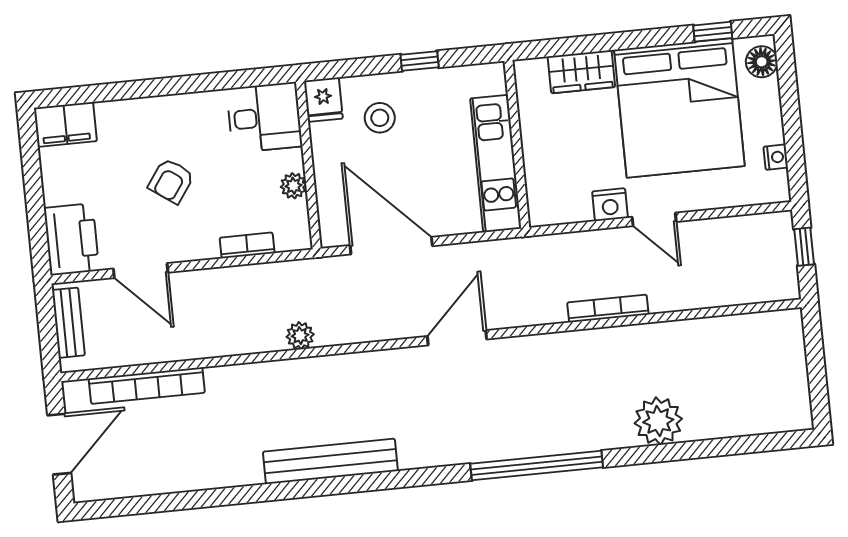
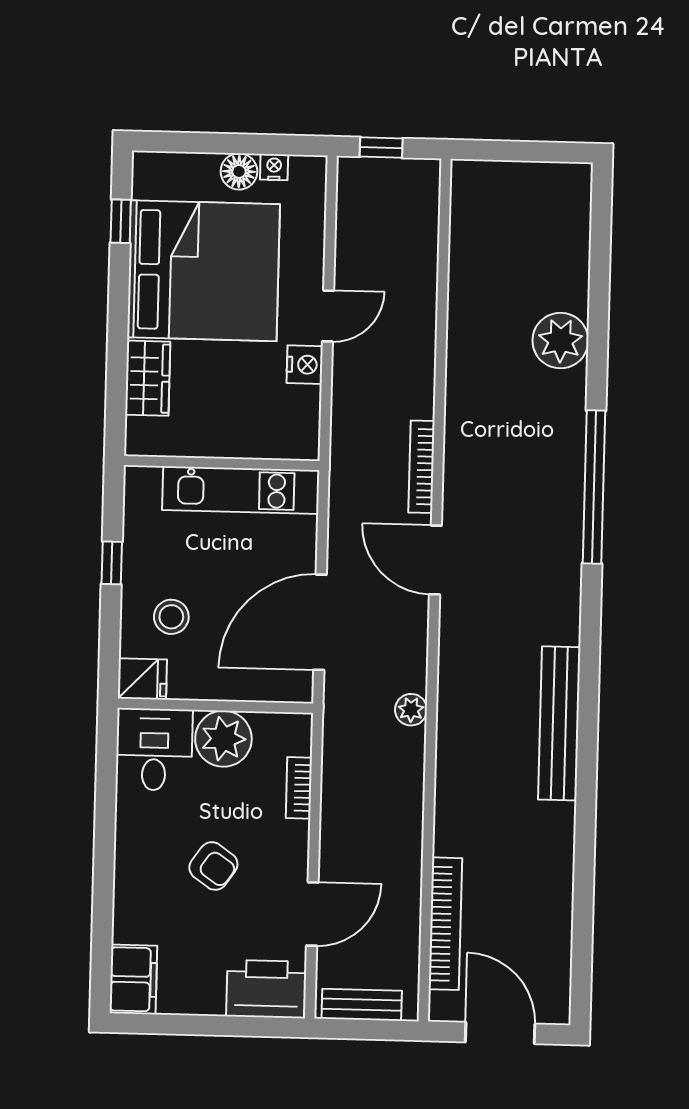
floor lamp: (762, 62) -> (239, 171), moved
plant: (294, 186) -> (223, 739), width x1.88, depth x1.88
bookcase: (608, 308) -> (421, 467), moved
plant: (300, 336) -> (411, 710), moved

